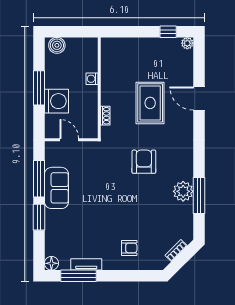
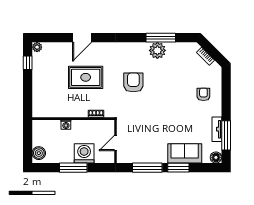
armchair: (144, 162) -> (133, 82), turned 90
sofa: (57, 188) -> (185, 153), moved

